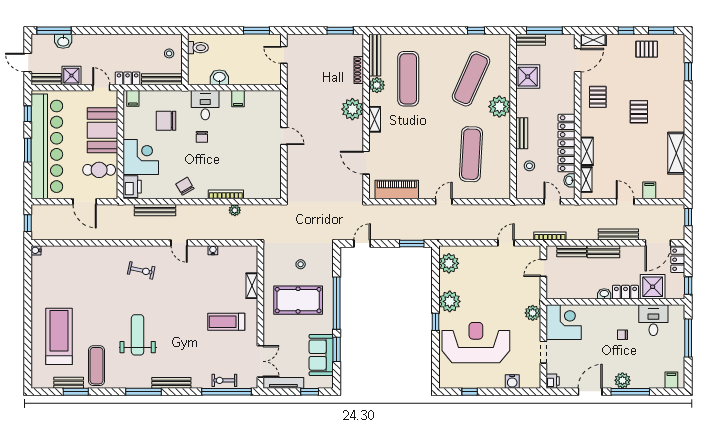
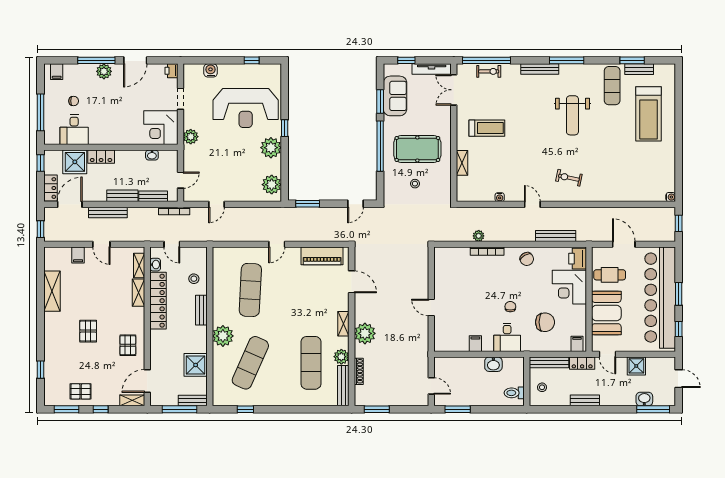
bench: (46, 79) -> (585, 400), moved
washbasin: (604, 294) -> (152, 155), moved
chair: (623, 335) -> (74, 101), moved

